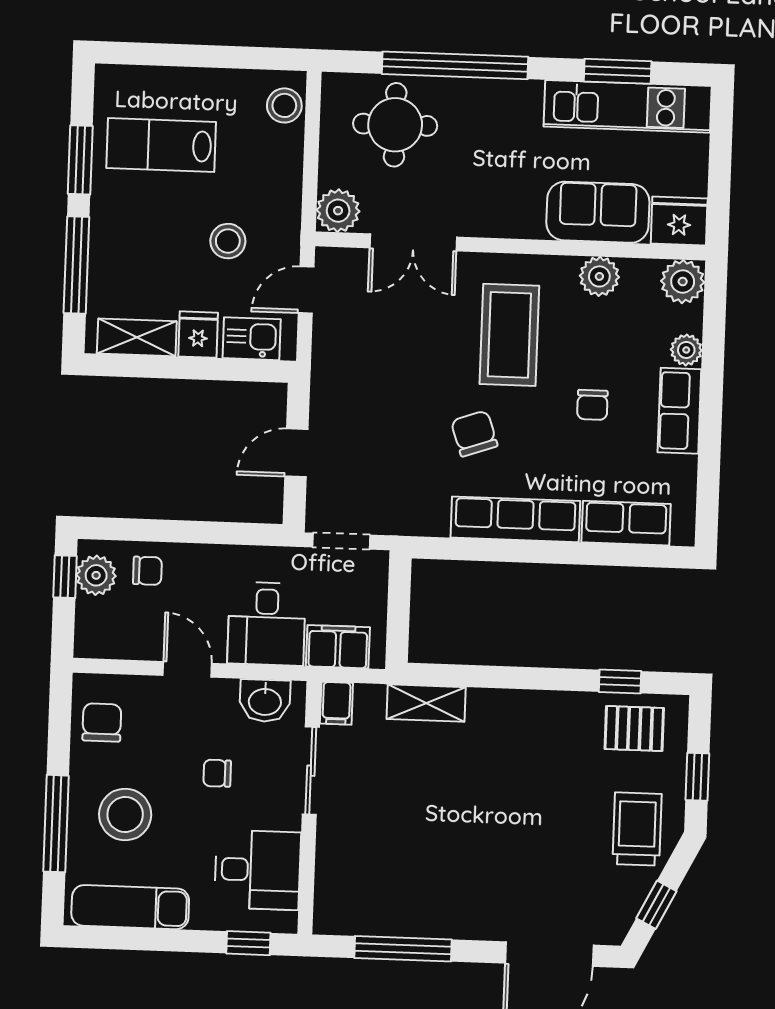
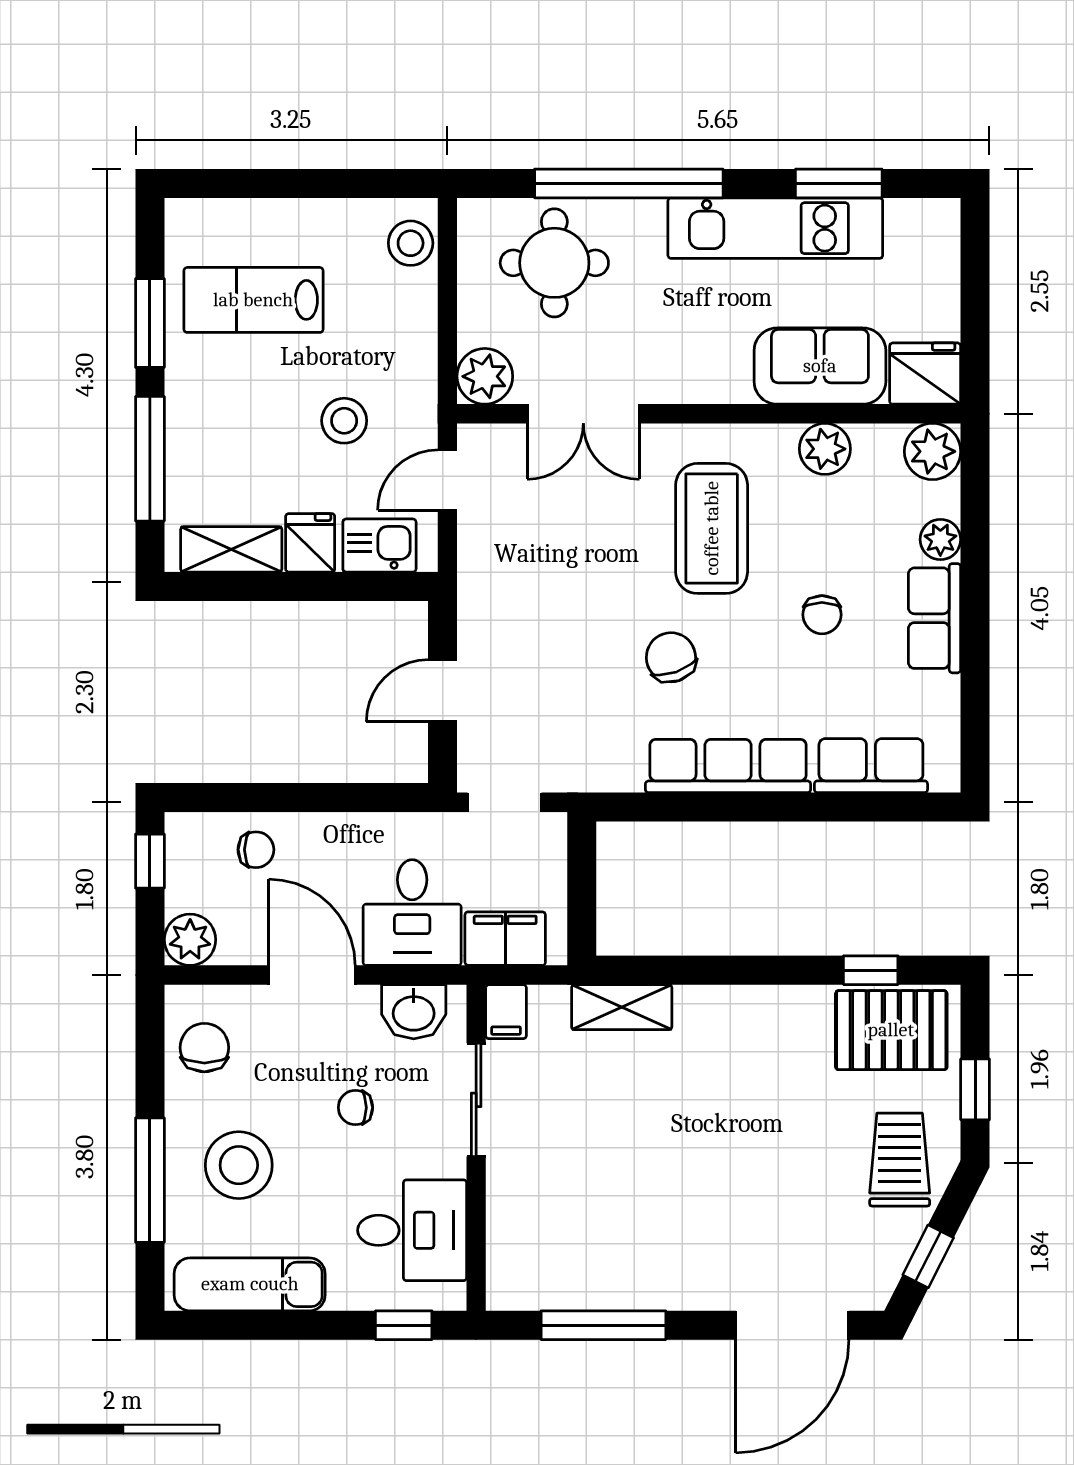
kitchen unit: (628, 106) -> (775, 228), moved
plant: (96, 575) -> (190, 940), moved
door: (187, 669) -> (312, 975), width x1.38
pallet: (634, 729) -> (891, 1030), width x1.50, depth x1.42

